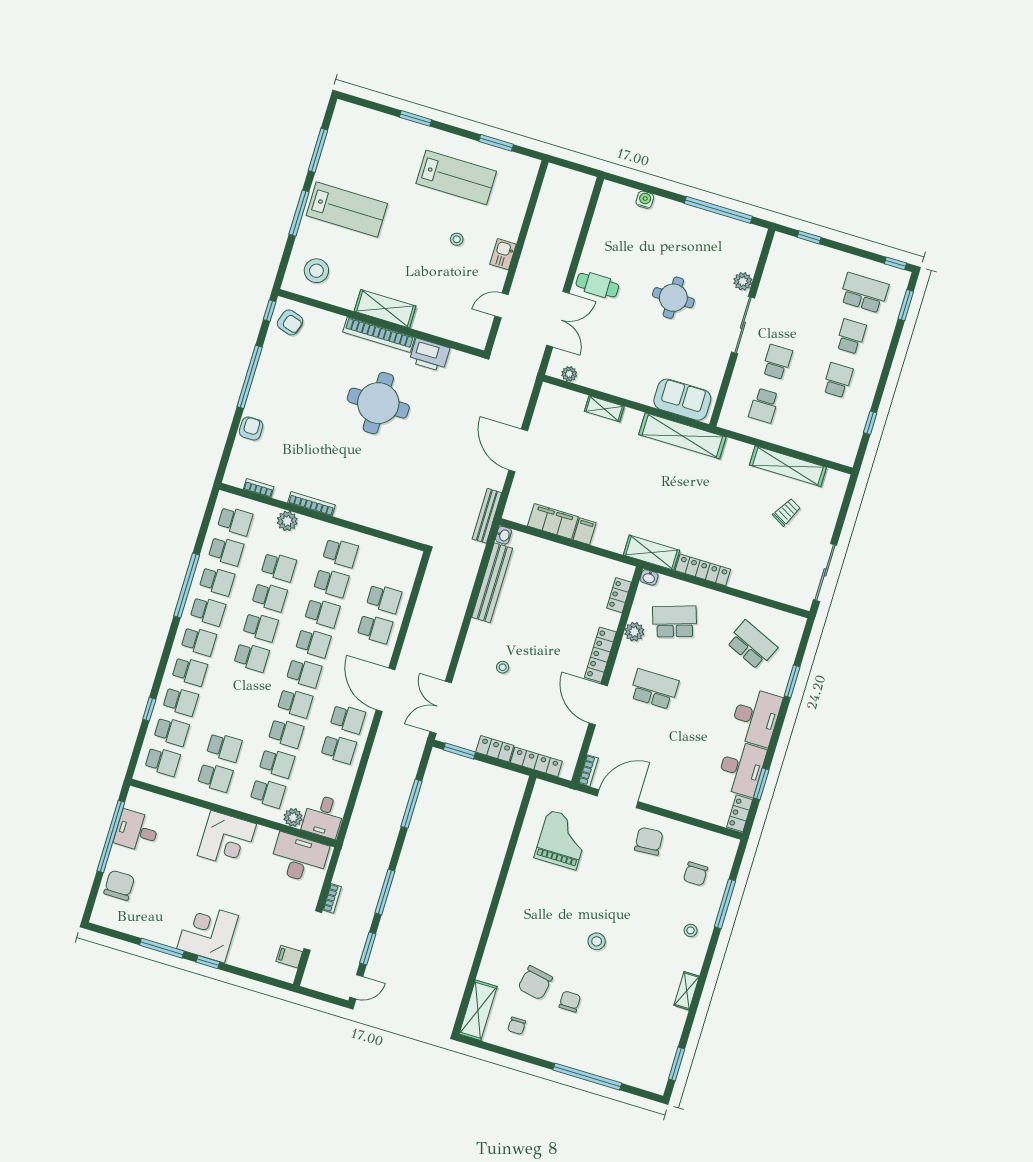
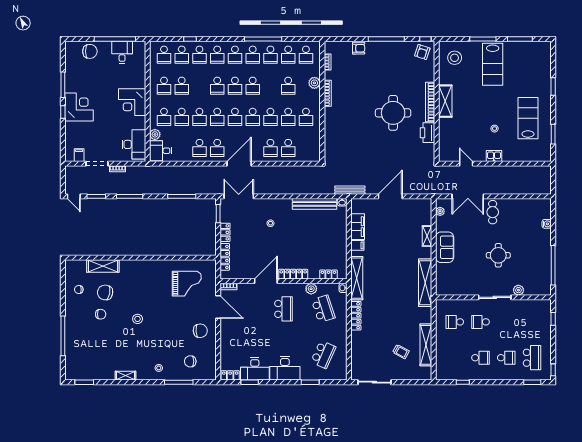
lab bench: (456, 177) -> (528, 118), turned 180
school desk: (777, 362) -> (480, 322), turned 180
sofa: (682, 400) -> (445, 247), moved
shelving: (652, 553) -> (357, 278), width x1.47
school desk: (270, 597) -> (217, 86), moved
shelving: (478, 1010) -> (103, 266), moved

